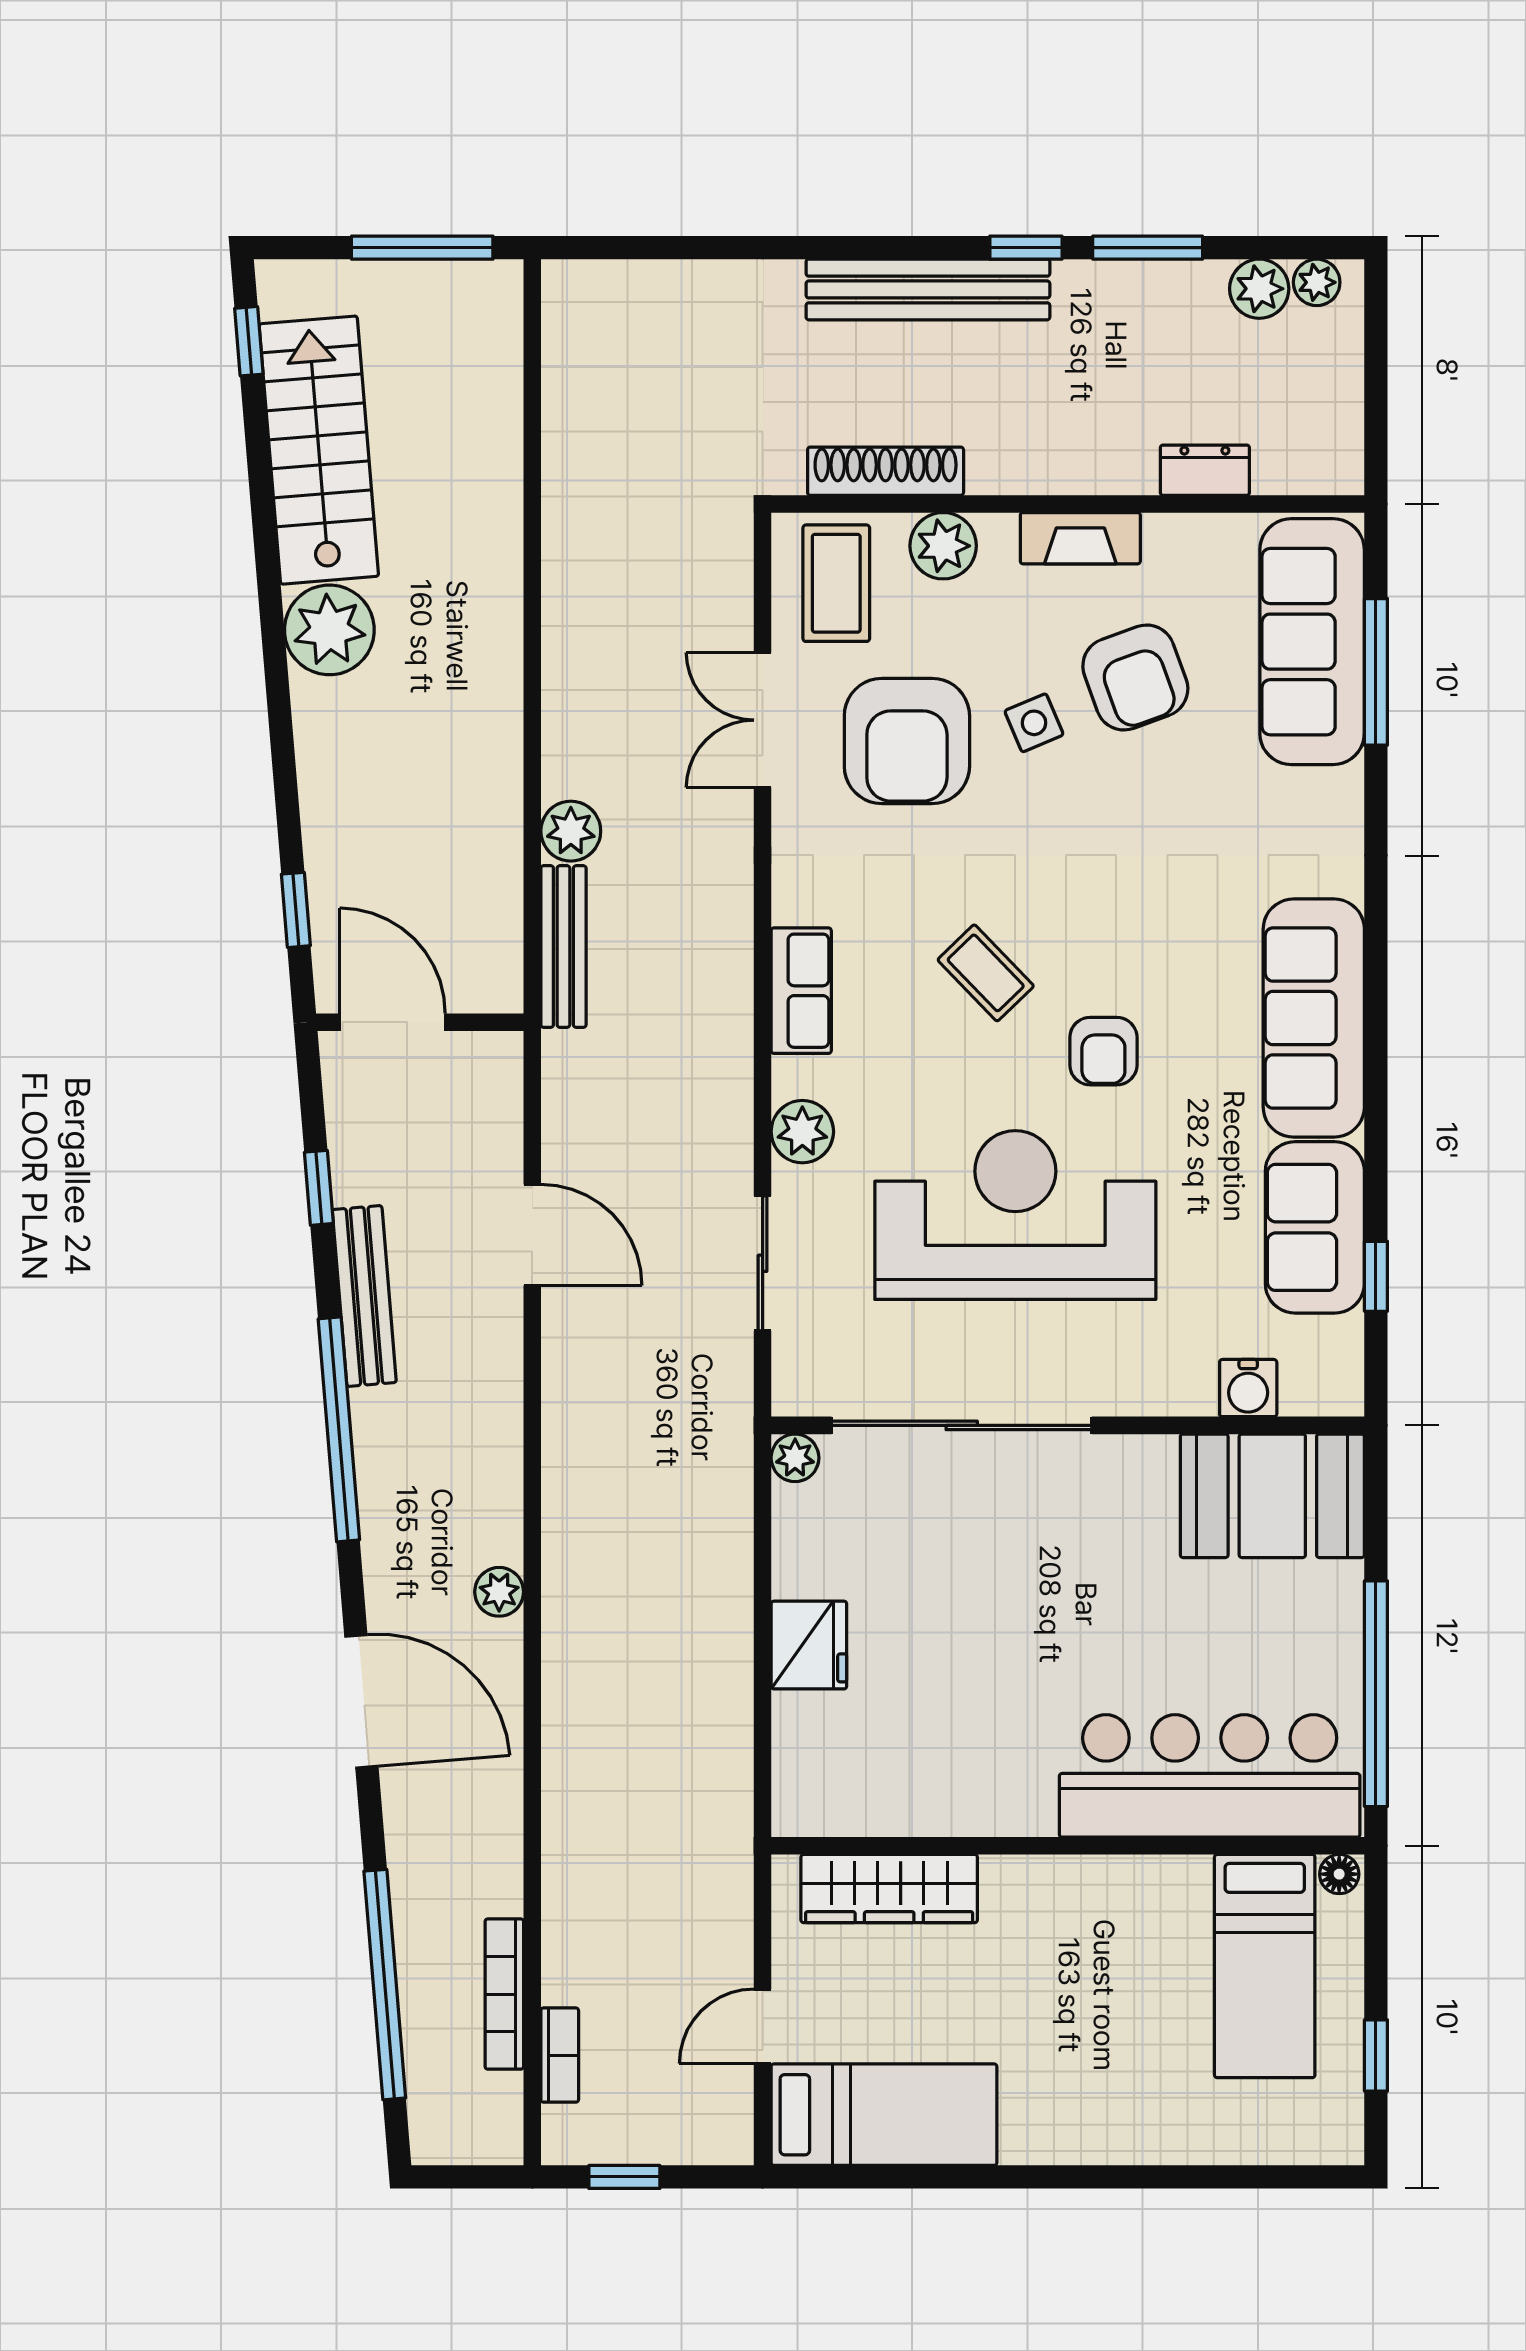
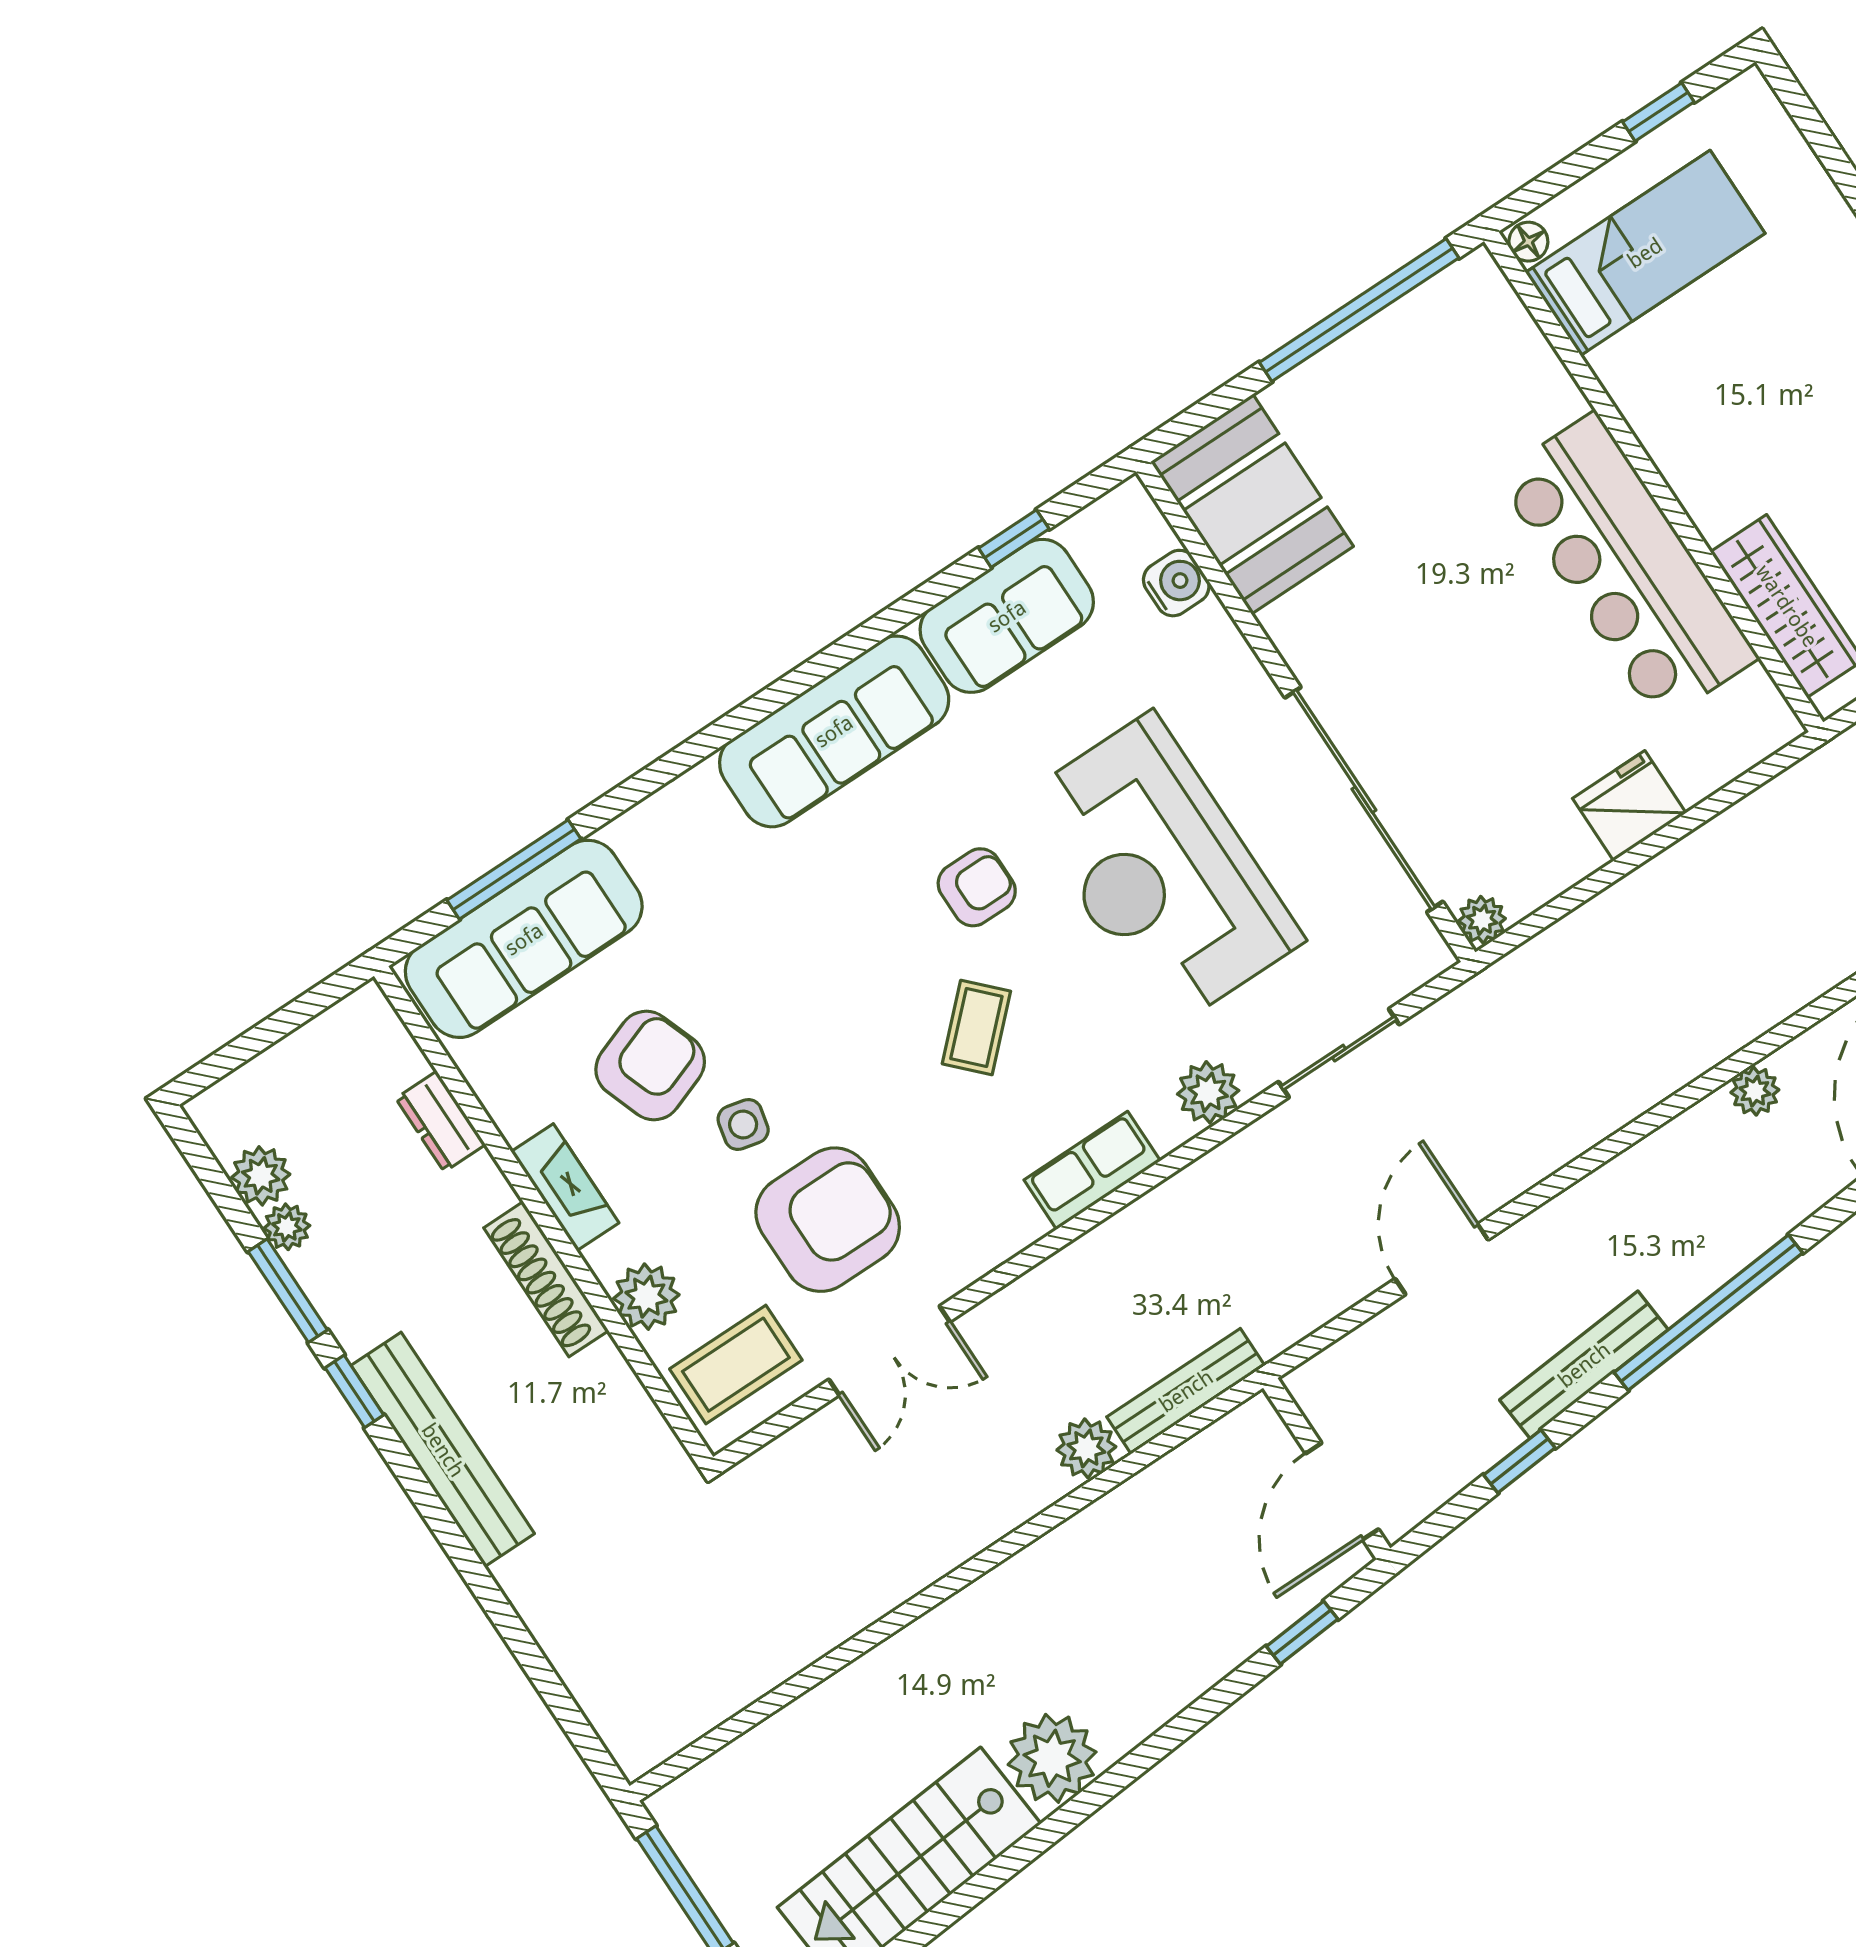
plant: (1317, 282) -> (287, 1227), moved
shoe rack: (886, 471) -> (546, 1279), moved
side table: (1034, 723) -> (743, 1125), turned 36
bar counter: (1210, 1776) -> (1627, 567), moved

